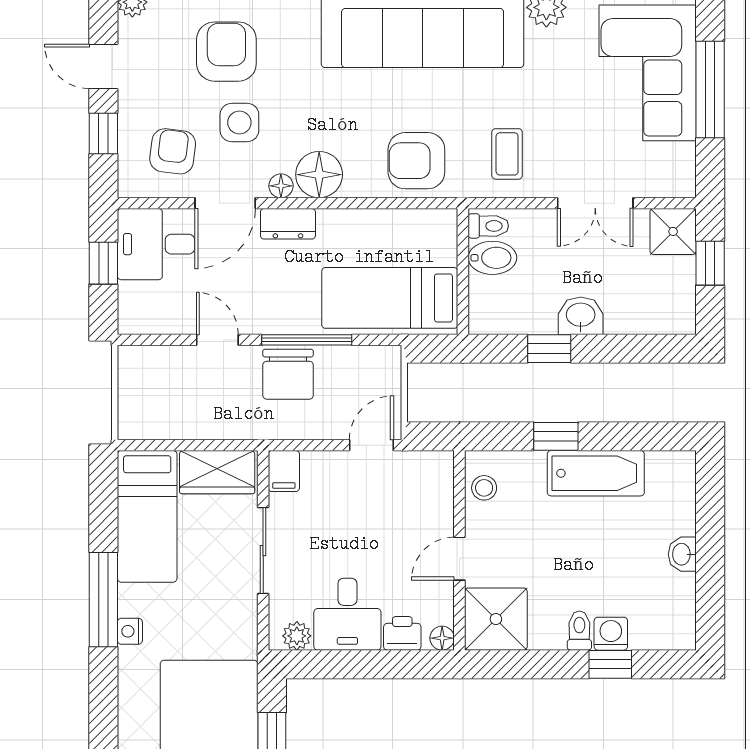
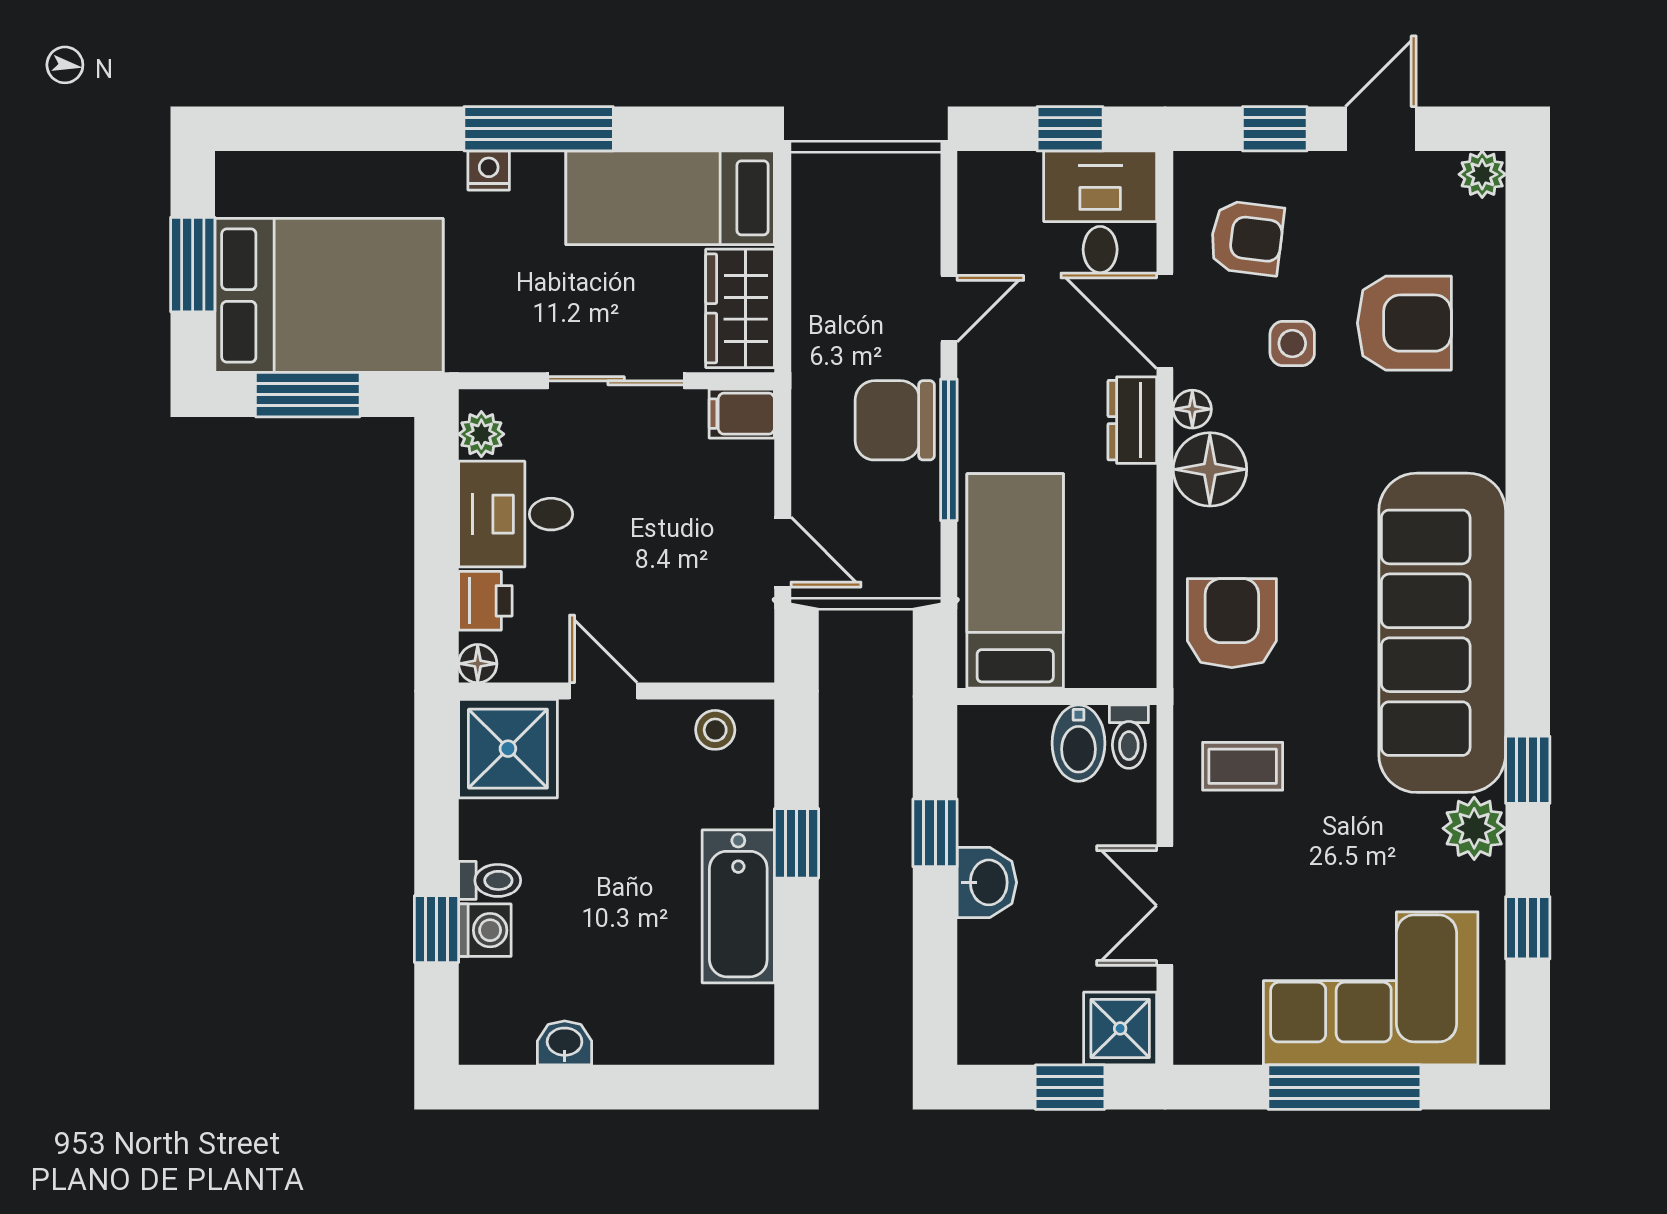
side table: (239, 122) -> (1292, 343), width x0.73, depth x0.73
washbasin: (682, 554) -> (565, 1043), moved

